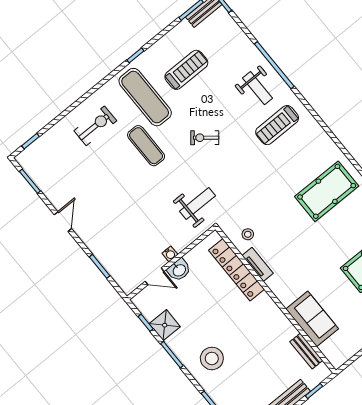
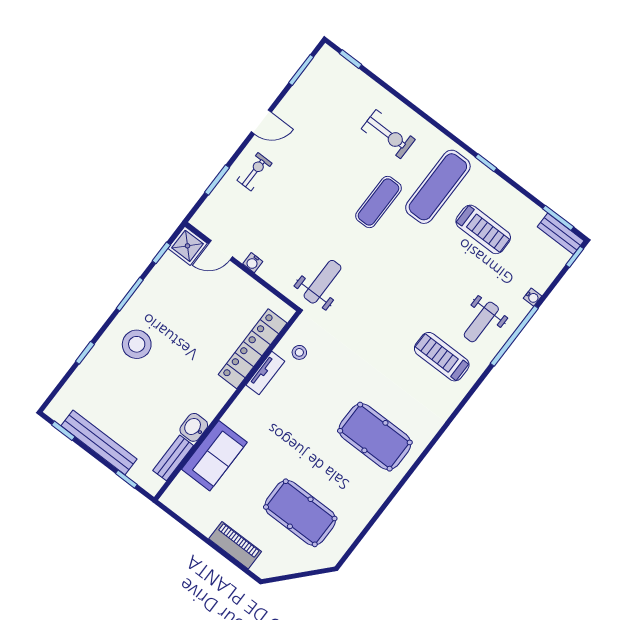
water cooler: (248, 44) -> (533, 297), added
exercise bike: (205, 138) -> (254, 172), moved, turned 51
weight bench: (197, 203) -> (322, 282), turned -90
washbasin: (179, 270) -> (194, 427), moved, turned 90
door: (155, 276) -> (221, 250), hinge flipped
shower: (165, 325) -> (188, 246), moved

